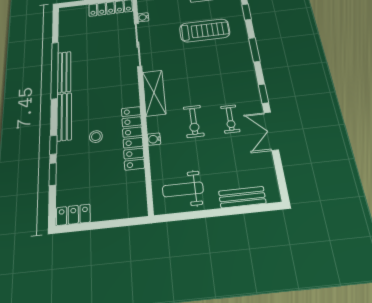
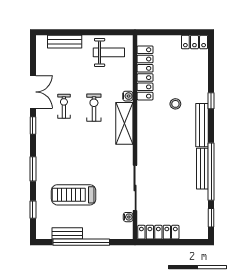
shelving: (154, 93) -> (124, 123), moved
locker: (133, 137) -> (145, 73), moved
window: (53, 174) -> (211, 218), moved

